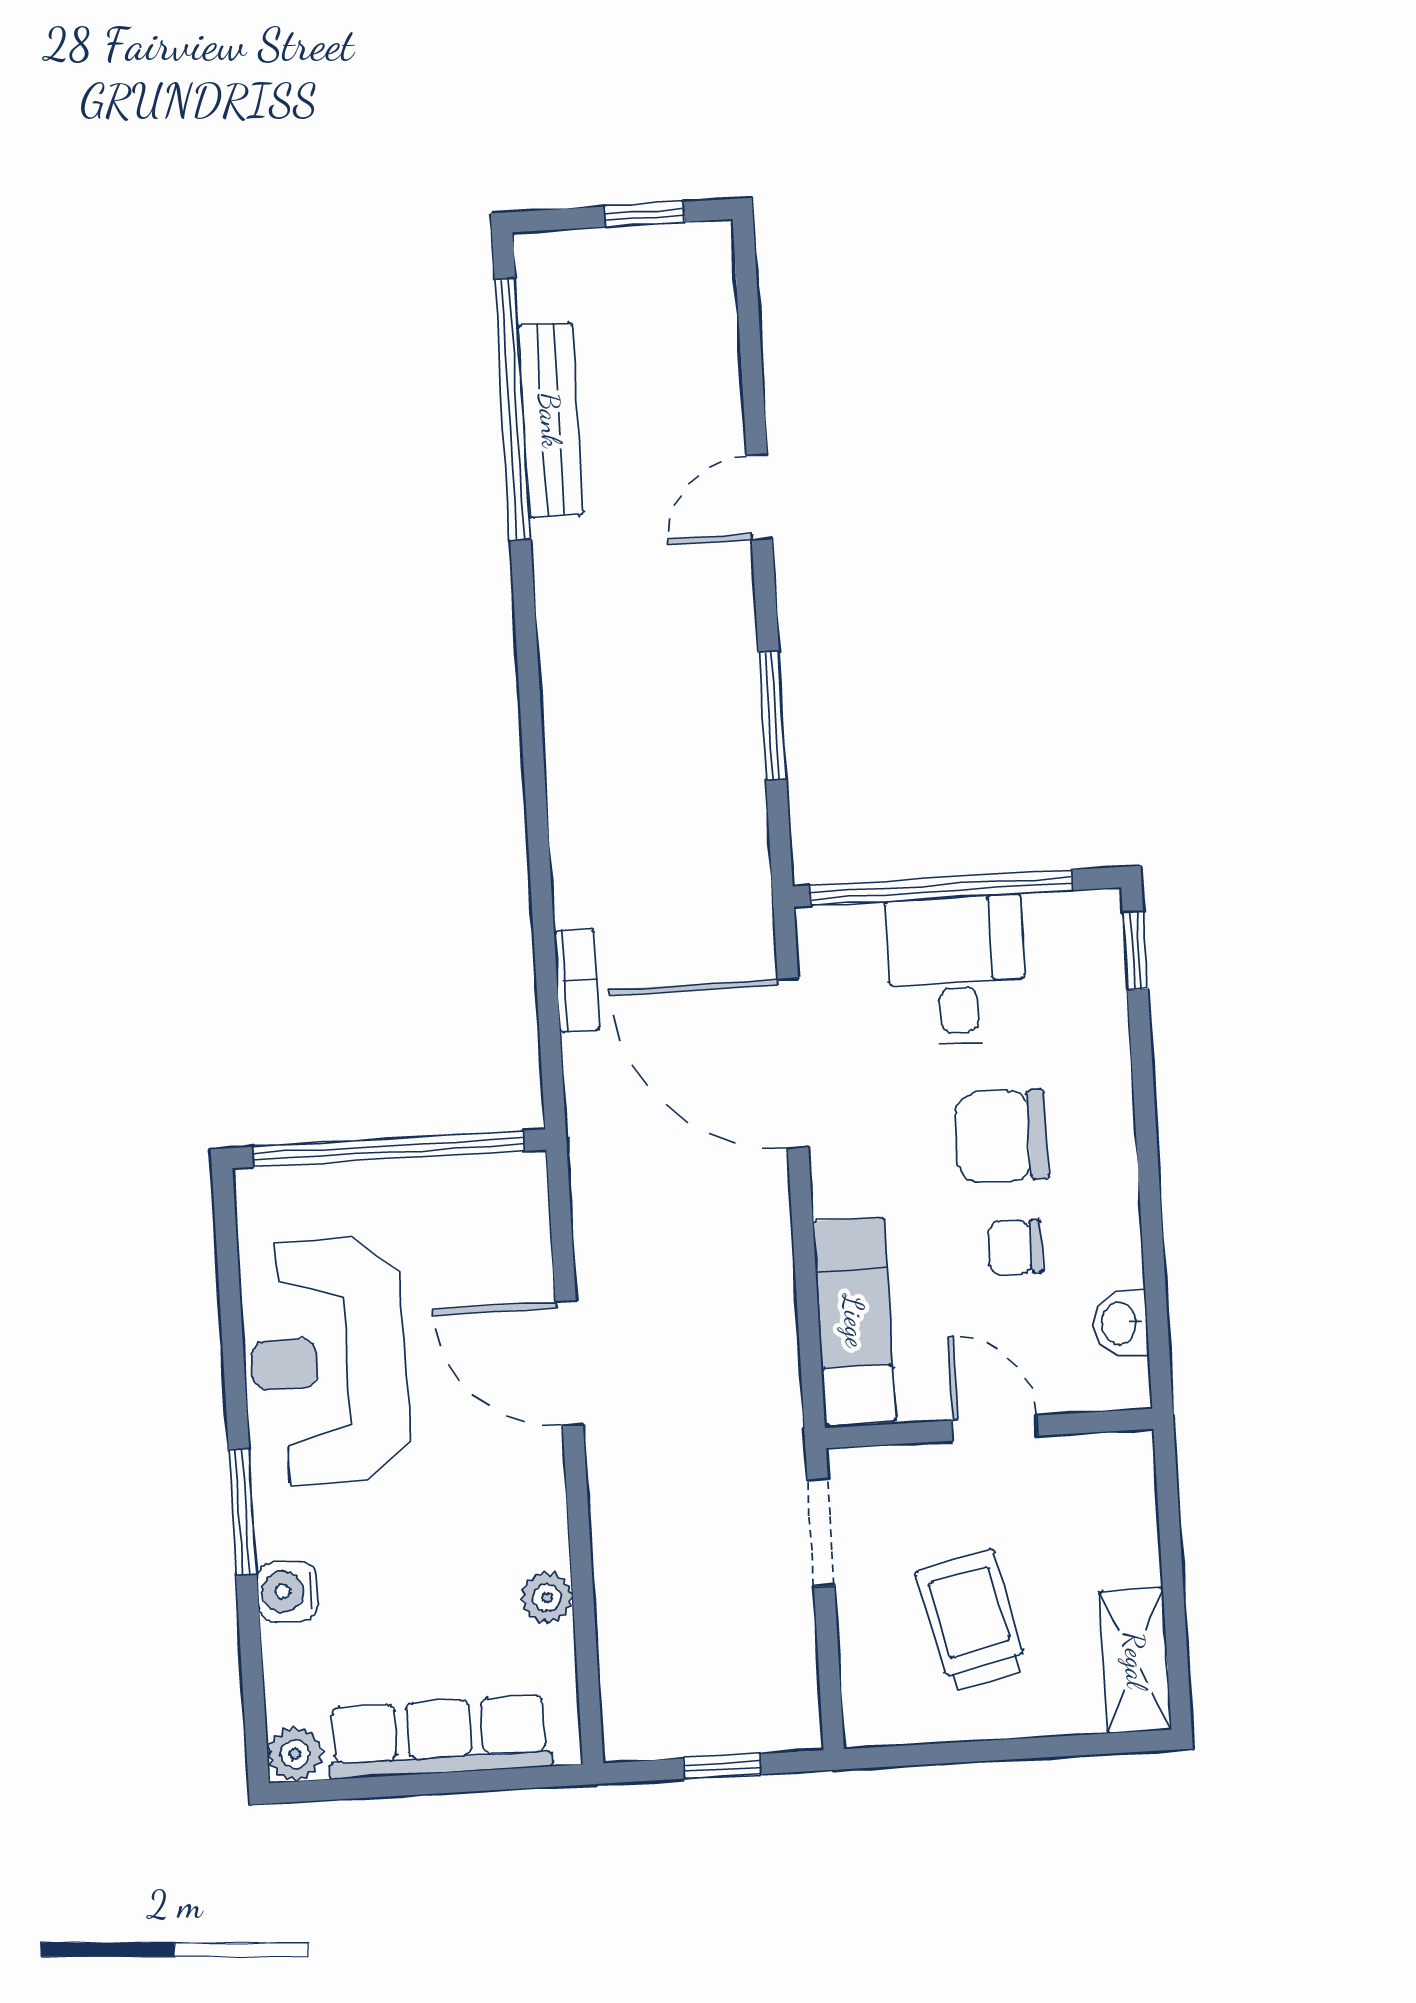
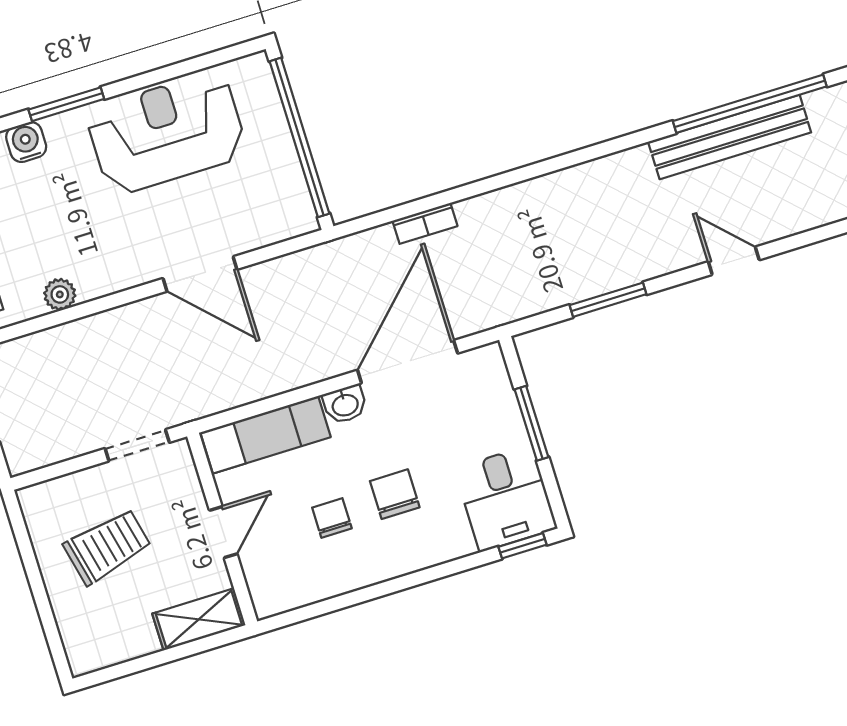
bench: (550, 420) -> (730, 137), width x1.37, depth x1.21
window: (941, 888) -> (532, 423), width x0.47
desk: (956, 970) -> (506, 498), moved, turned 90
chair: (1002, 1136) -> (395, 494), width x0.73, depth x0.73
washbasin: (1120, 1323) -> (345, 404), moved, turned 180
door: (569, 1363) -> (200, 274), swing flipped
shelving: (1135, 1660) -> (199, 619), moved

